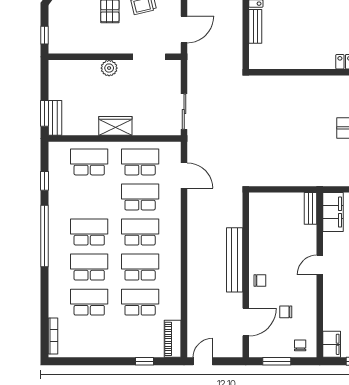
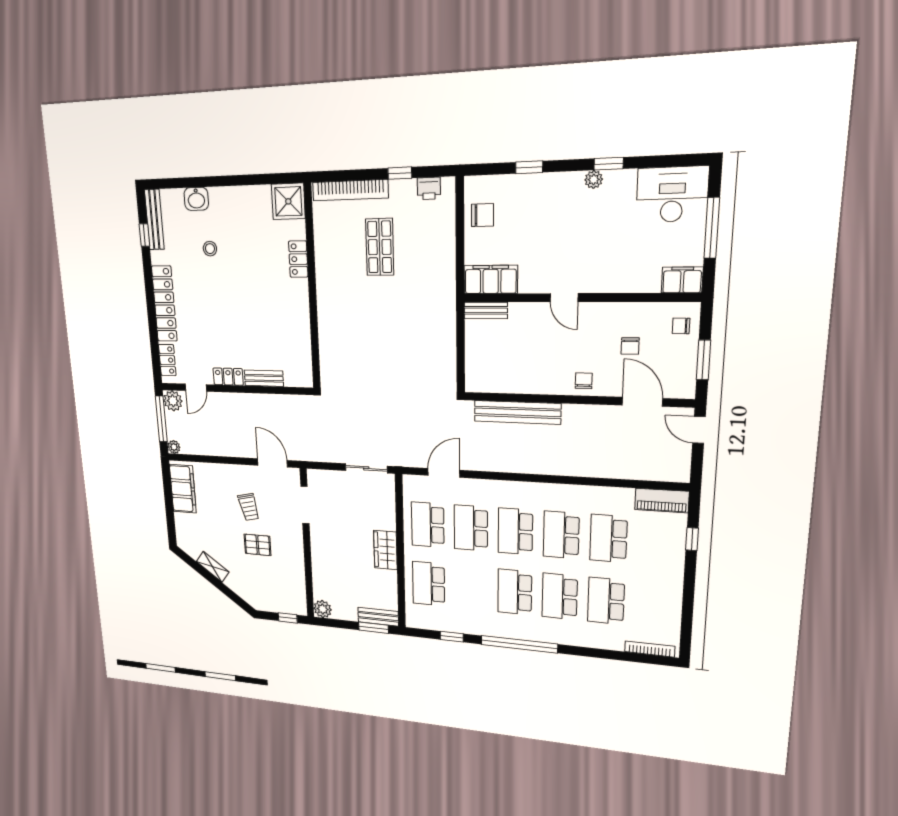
plant: (109, 68) -> (323, 609), moved
bench: (235, 260) -> (517, 412), moved
door: (203, 361) -> (699, 430), moved

